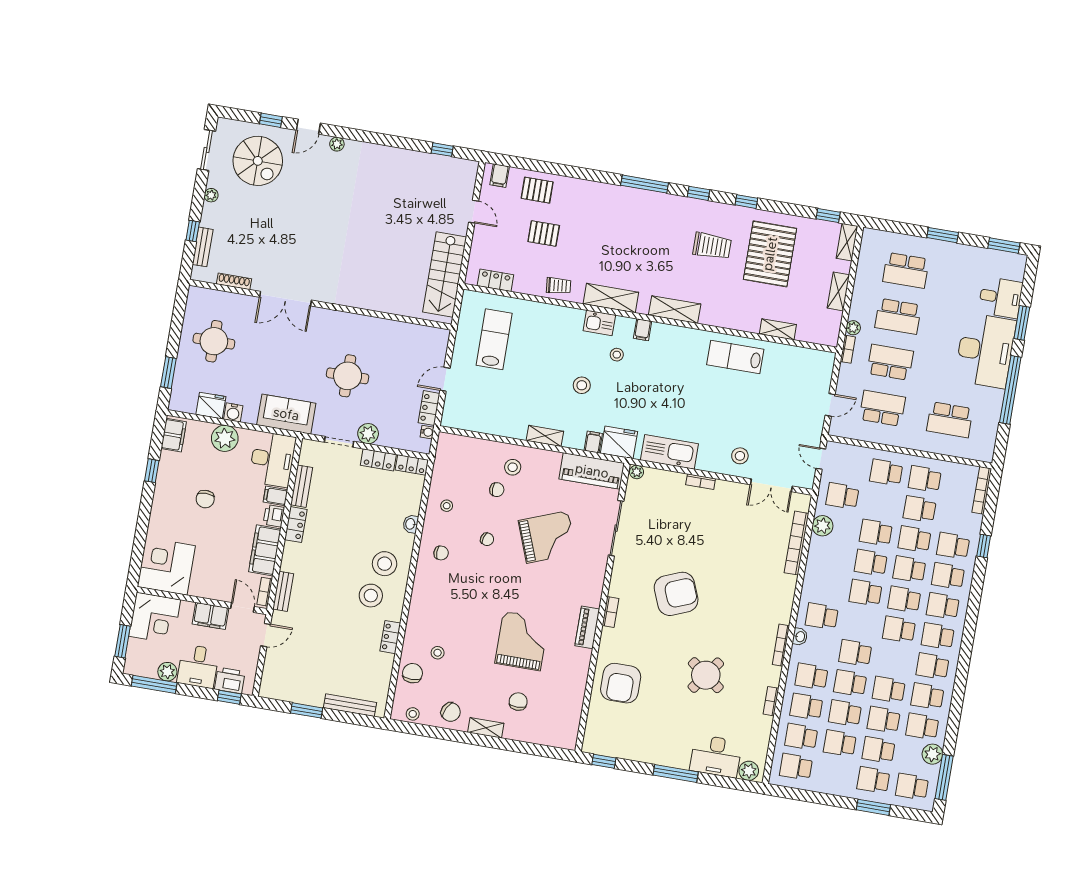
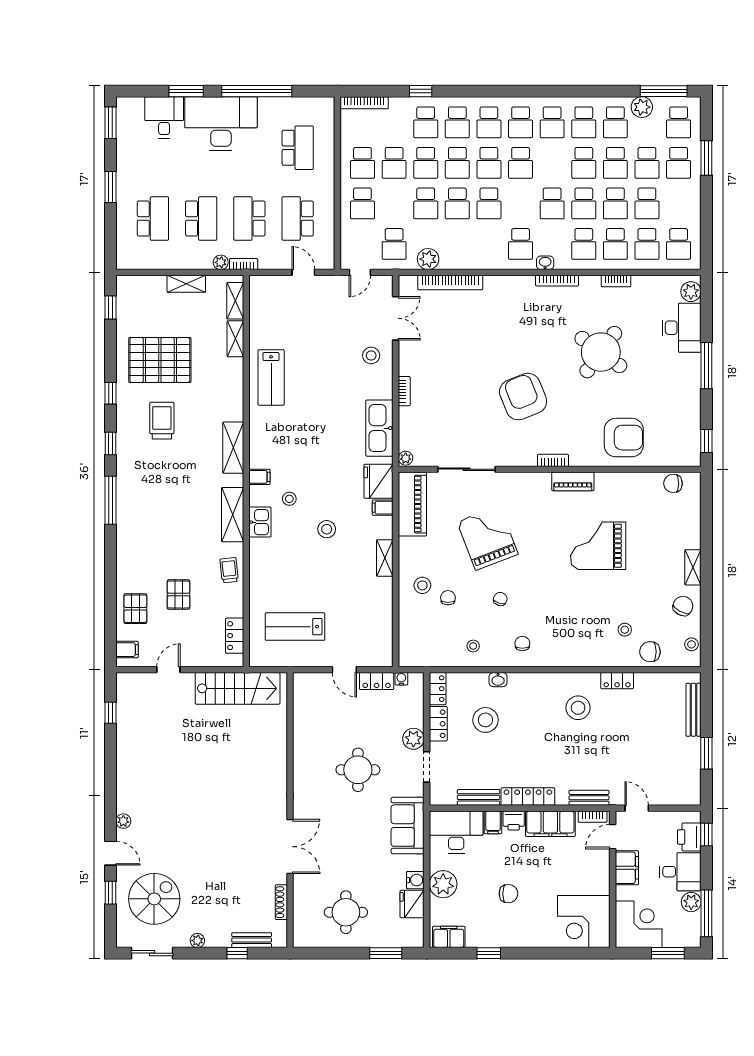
shelving: (847, 242) -> (235, 301), moved, turned 90
locker: (296, 525) -> (528, 797), width x1.53
stool: (385, 564) -> (485, 720), moved
round table: (706, 675) -> (601, 352), width x1.36, depth x1.36
chair: (518, 702) -> (673, 483), moved

